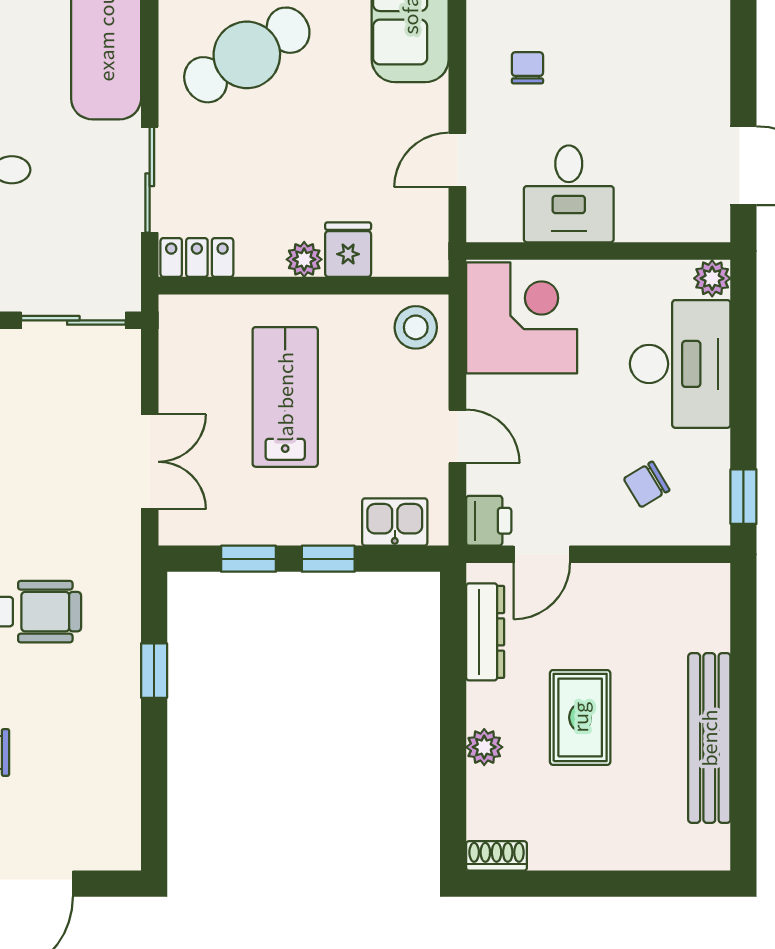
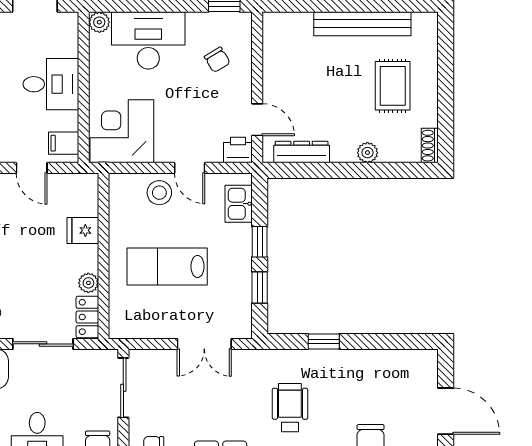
desk: (569, 194) -> (51, 84), moved
filing cabinet: (501, 216) -> (64, 143), added
plant: (304, 259) -> (88, 283), moved
stool: (416, 327) -> (159, 193), moved
door: (457, 436) -> (190, 168), swing flipped
double door: (150, 462) -> (204, 344), swing flipped
rug: (580, 717) -> (393, 86), moved, turned 90

